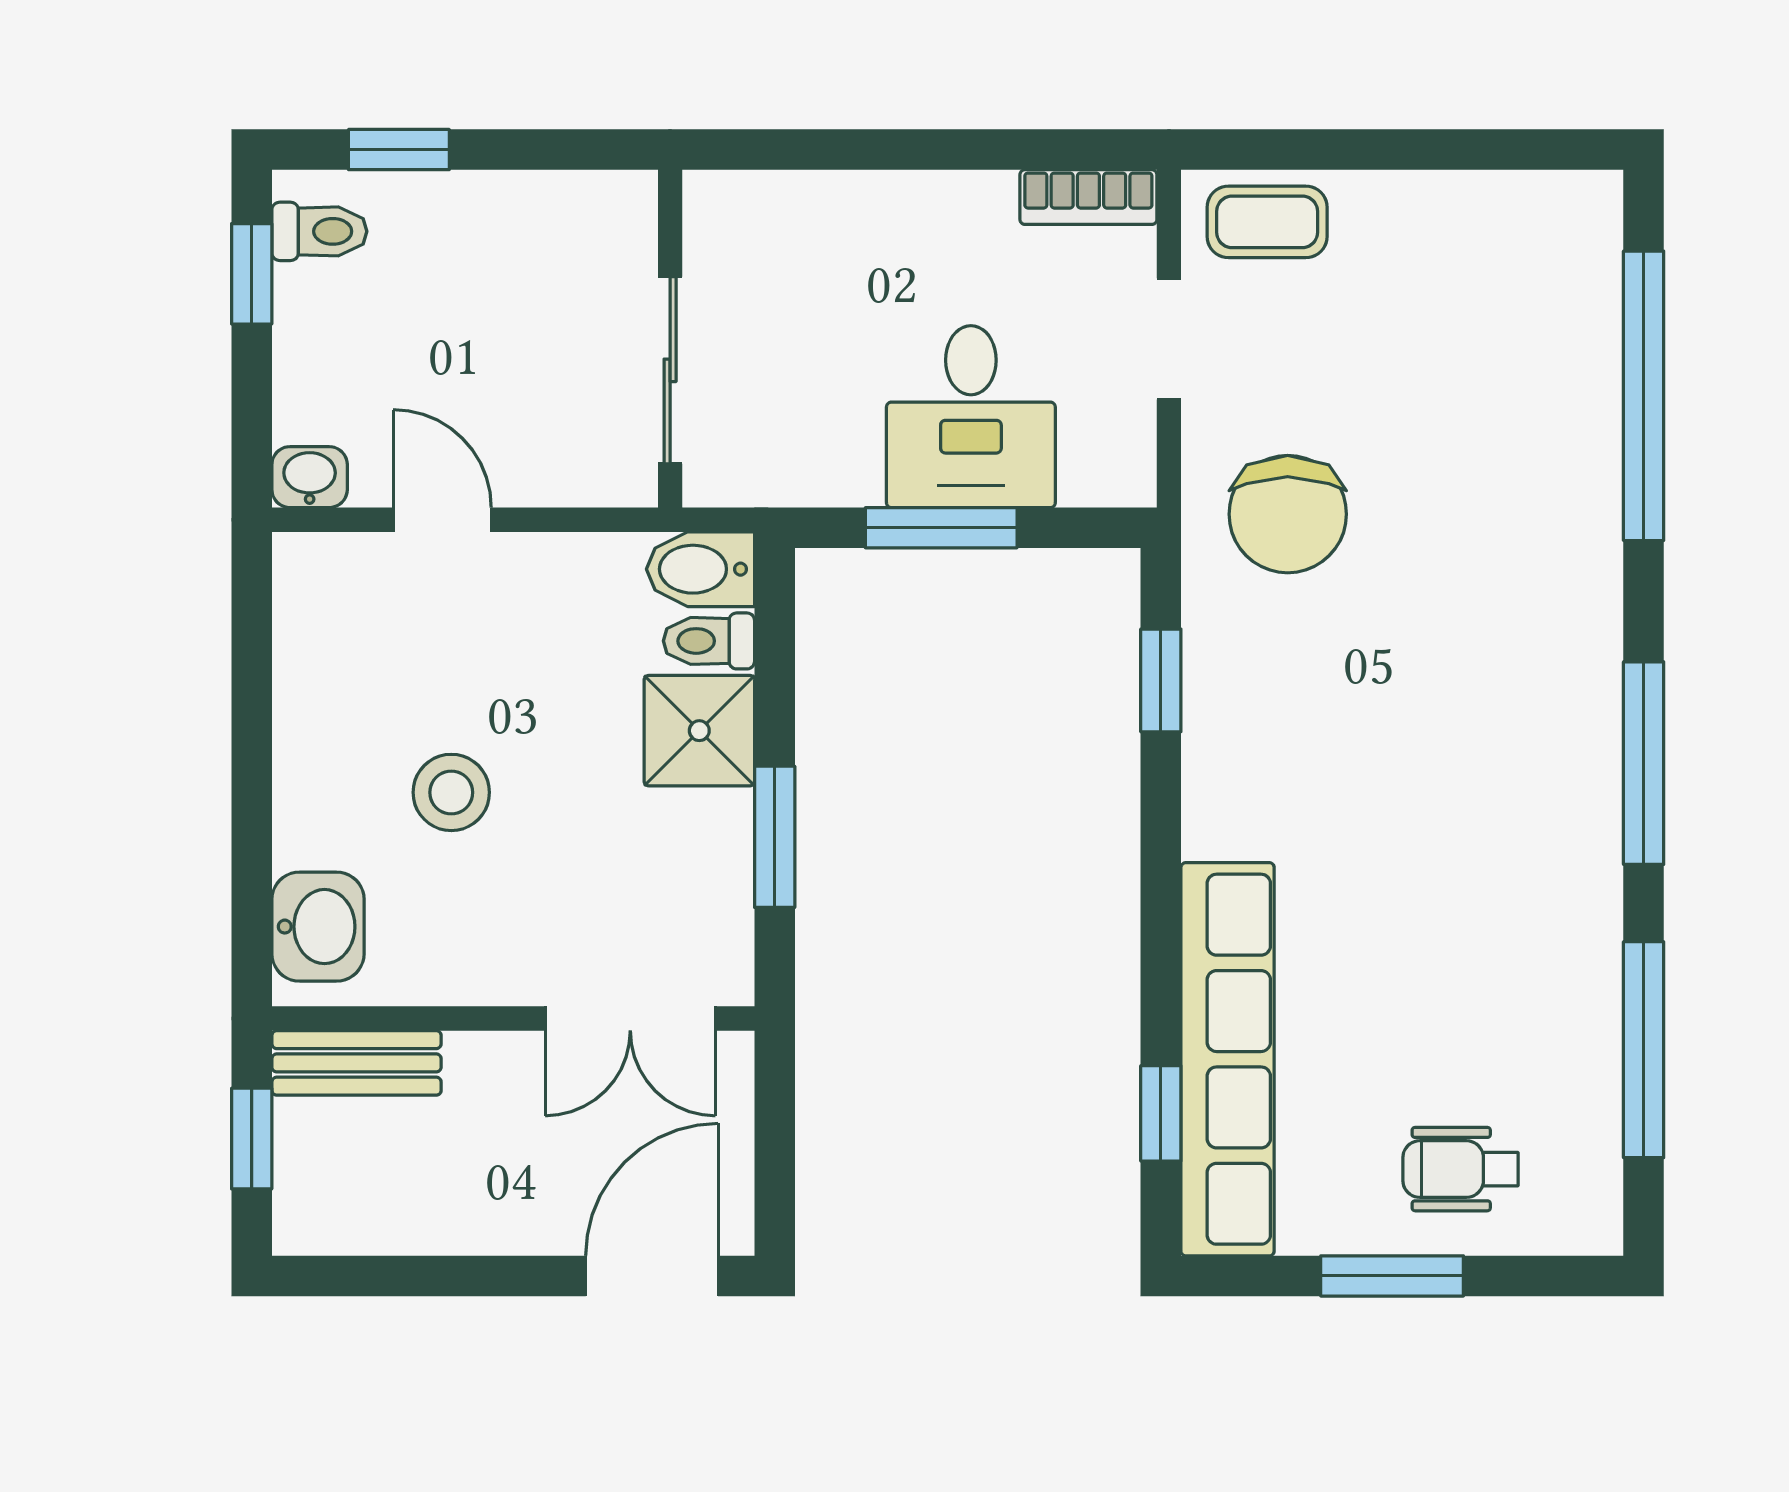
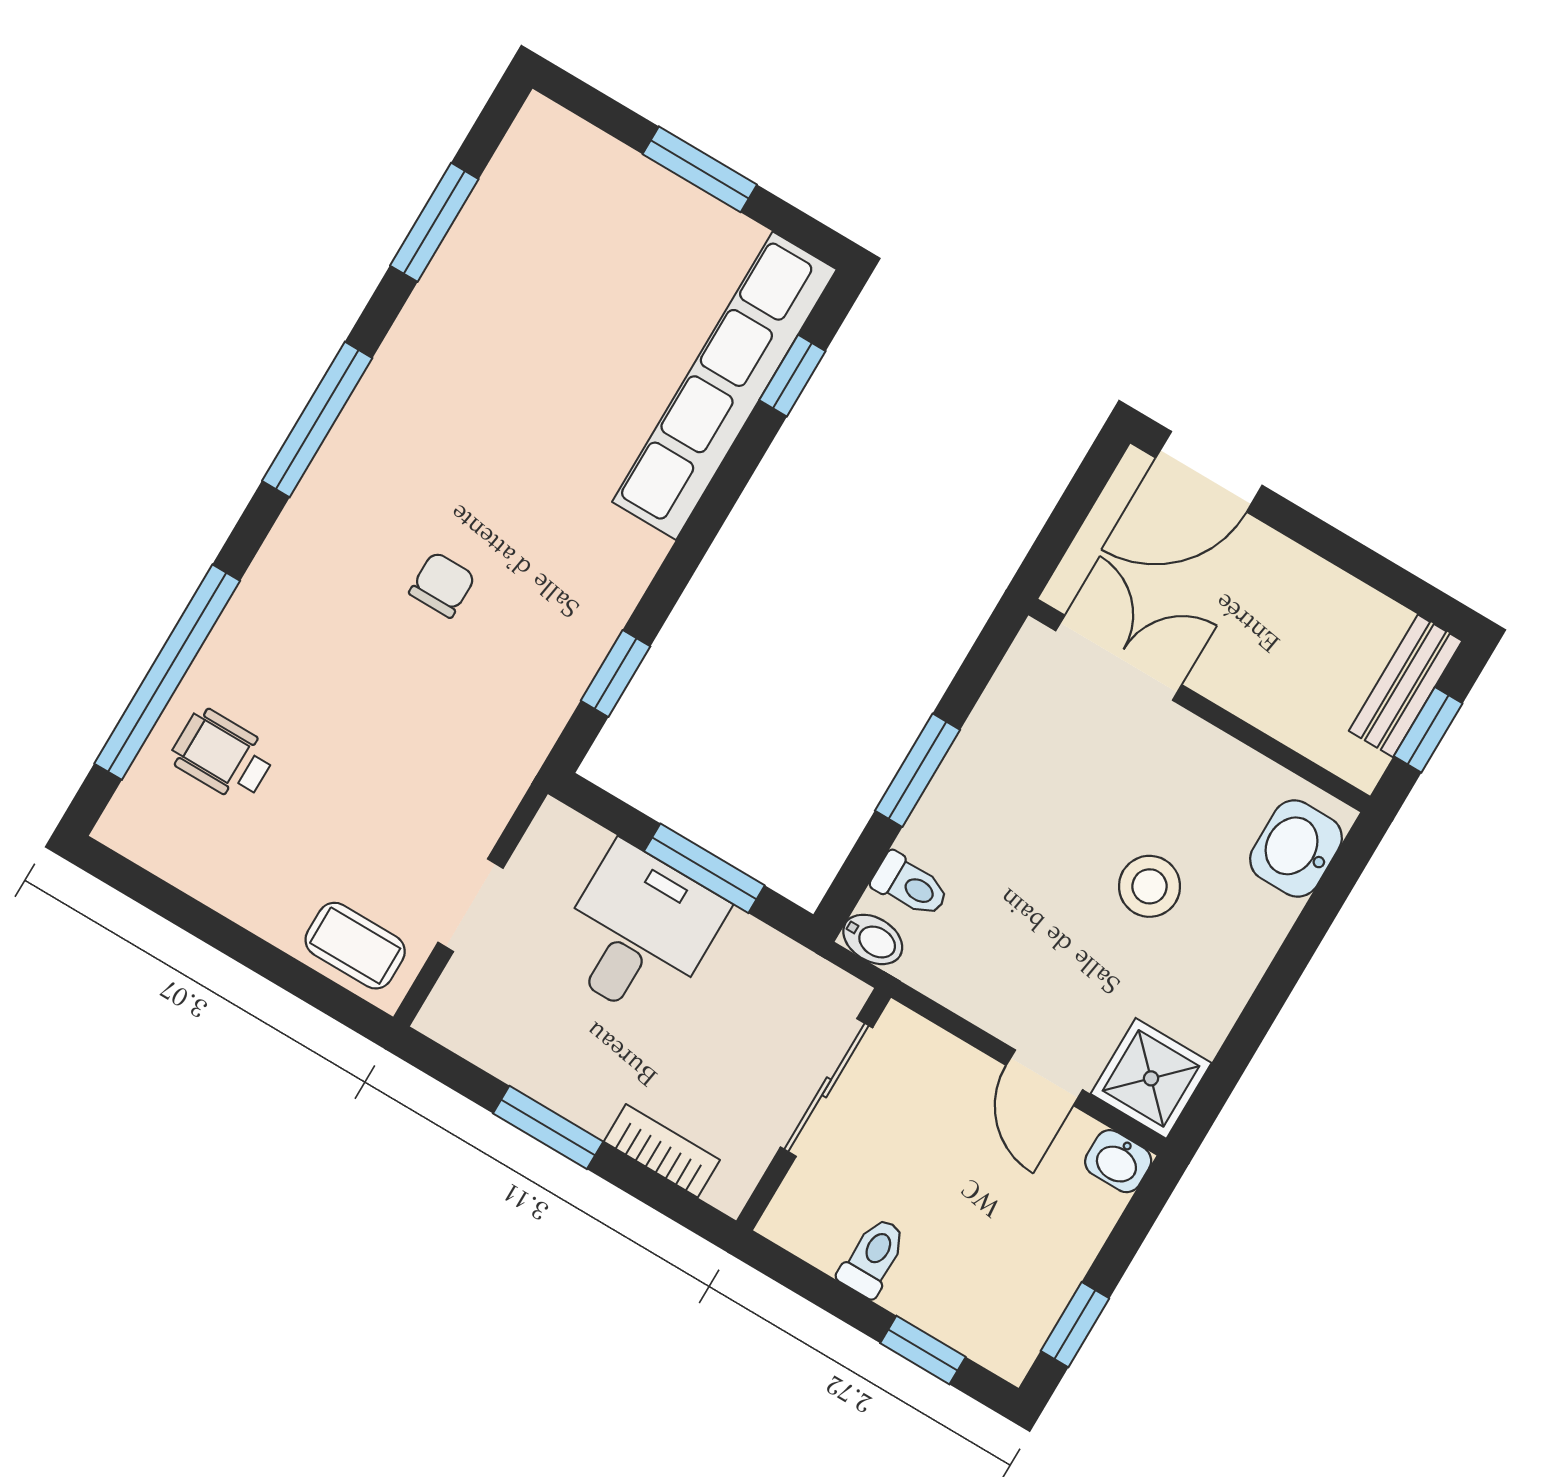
window: (944, 150) -> (548, 1127), added
bookcase: (1088, 197) -> (662, 1151), moved
toilet: (319, 231) -> (873, 1257), moved, turned 90
chair: (1288, 514) -> (442, 585), moved, width x0.54, depth x0.54
bidet: (700, 569) -> (873, 939), width x0.72, depth x0.74
shower: (699, 731) -> (1151, 1078), moved
window: (775, 837) -> (918, 770), moved
window: (1644, 1050) -> (434, 222), width x0.69
bench: (356, 1063) -> (1405, 686), moved, turned 90
wheelchair: (1460, 1169) -> (223, 755), moved, turned 180

